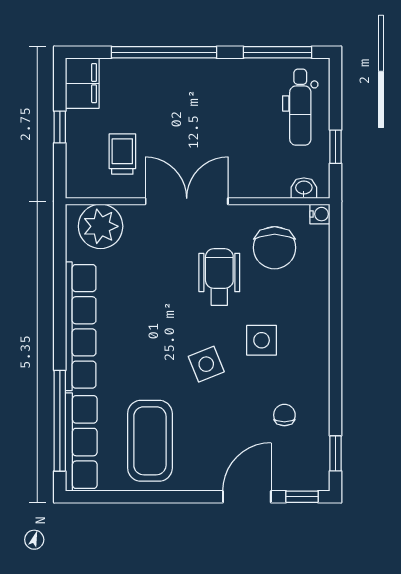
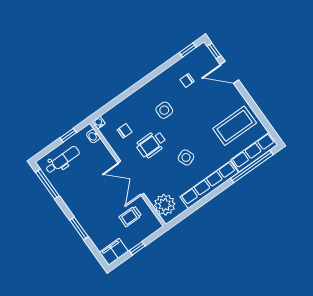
window: (164, 52) -> (79, 228), width x0.47
chair: (275, 248) -> (125, 131), width x0.54, depth x0.54
side table: (206, 364) -> (186, 157), moved

